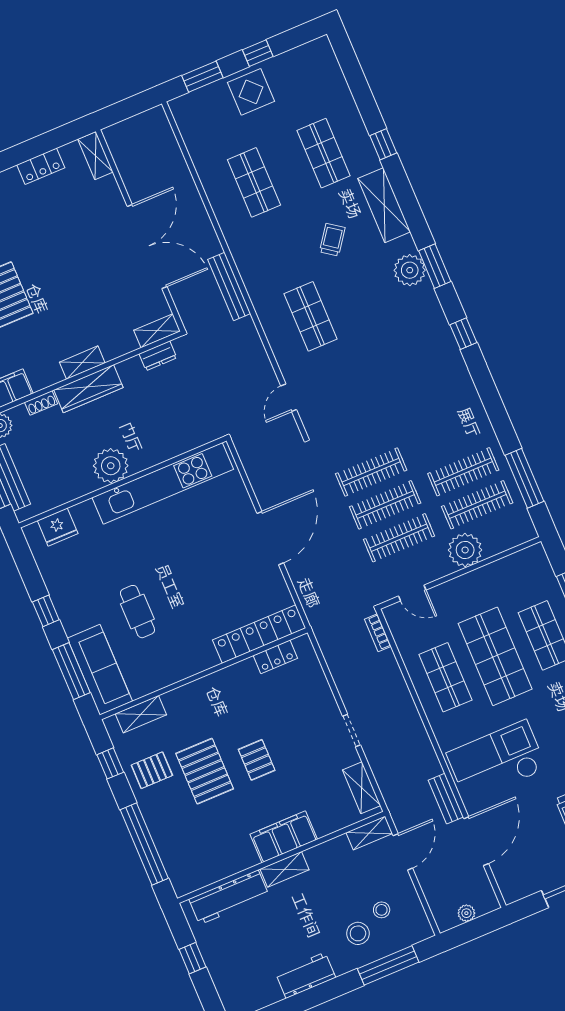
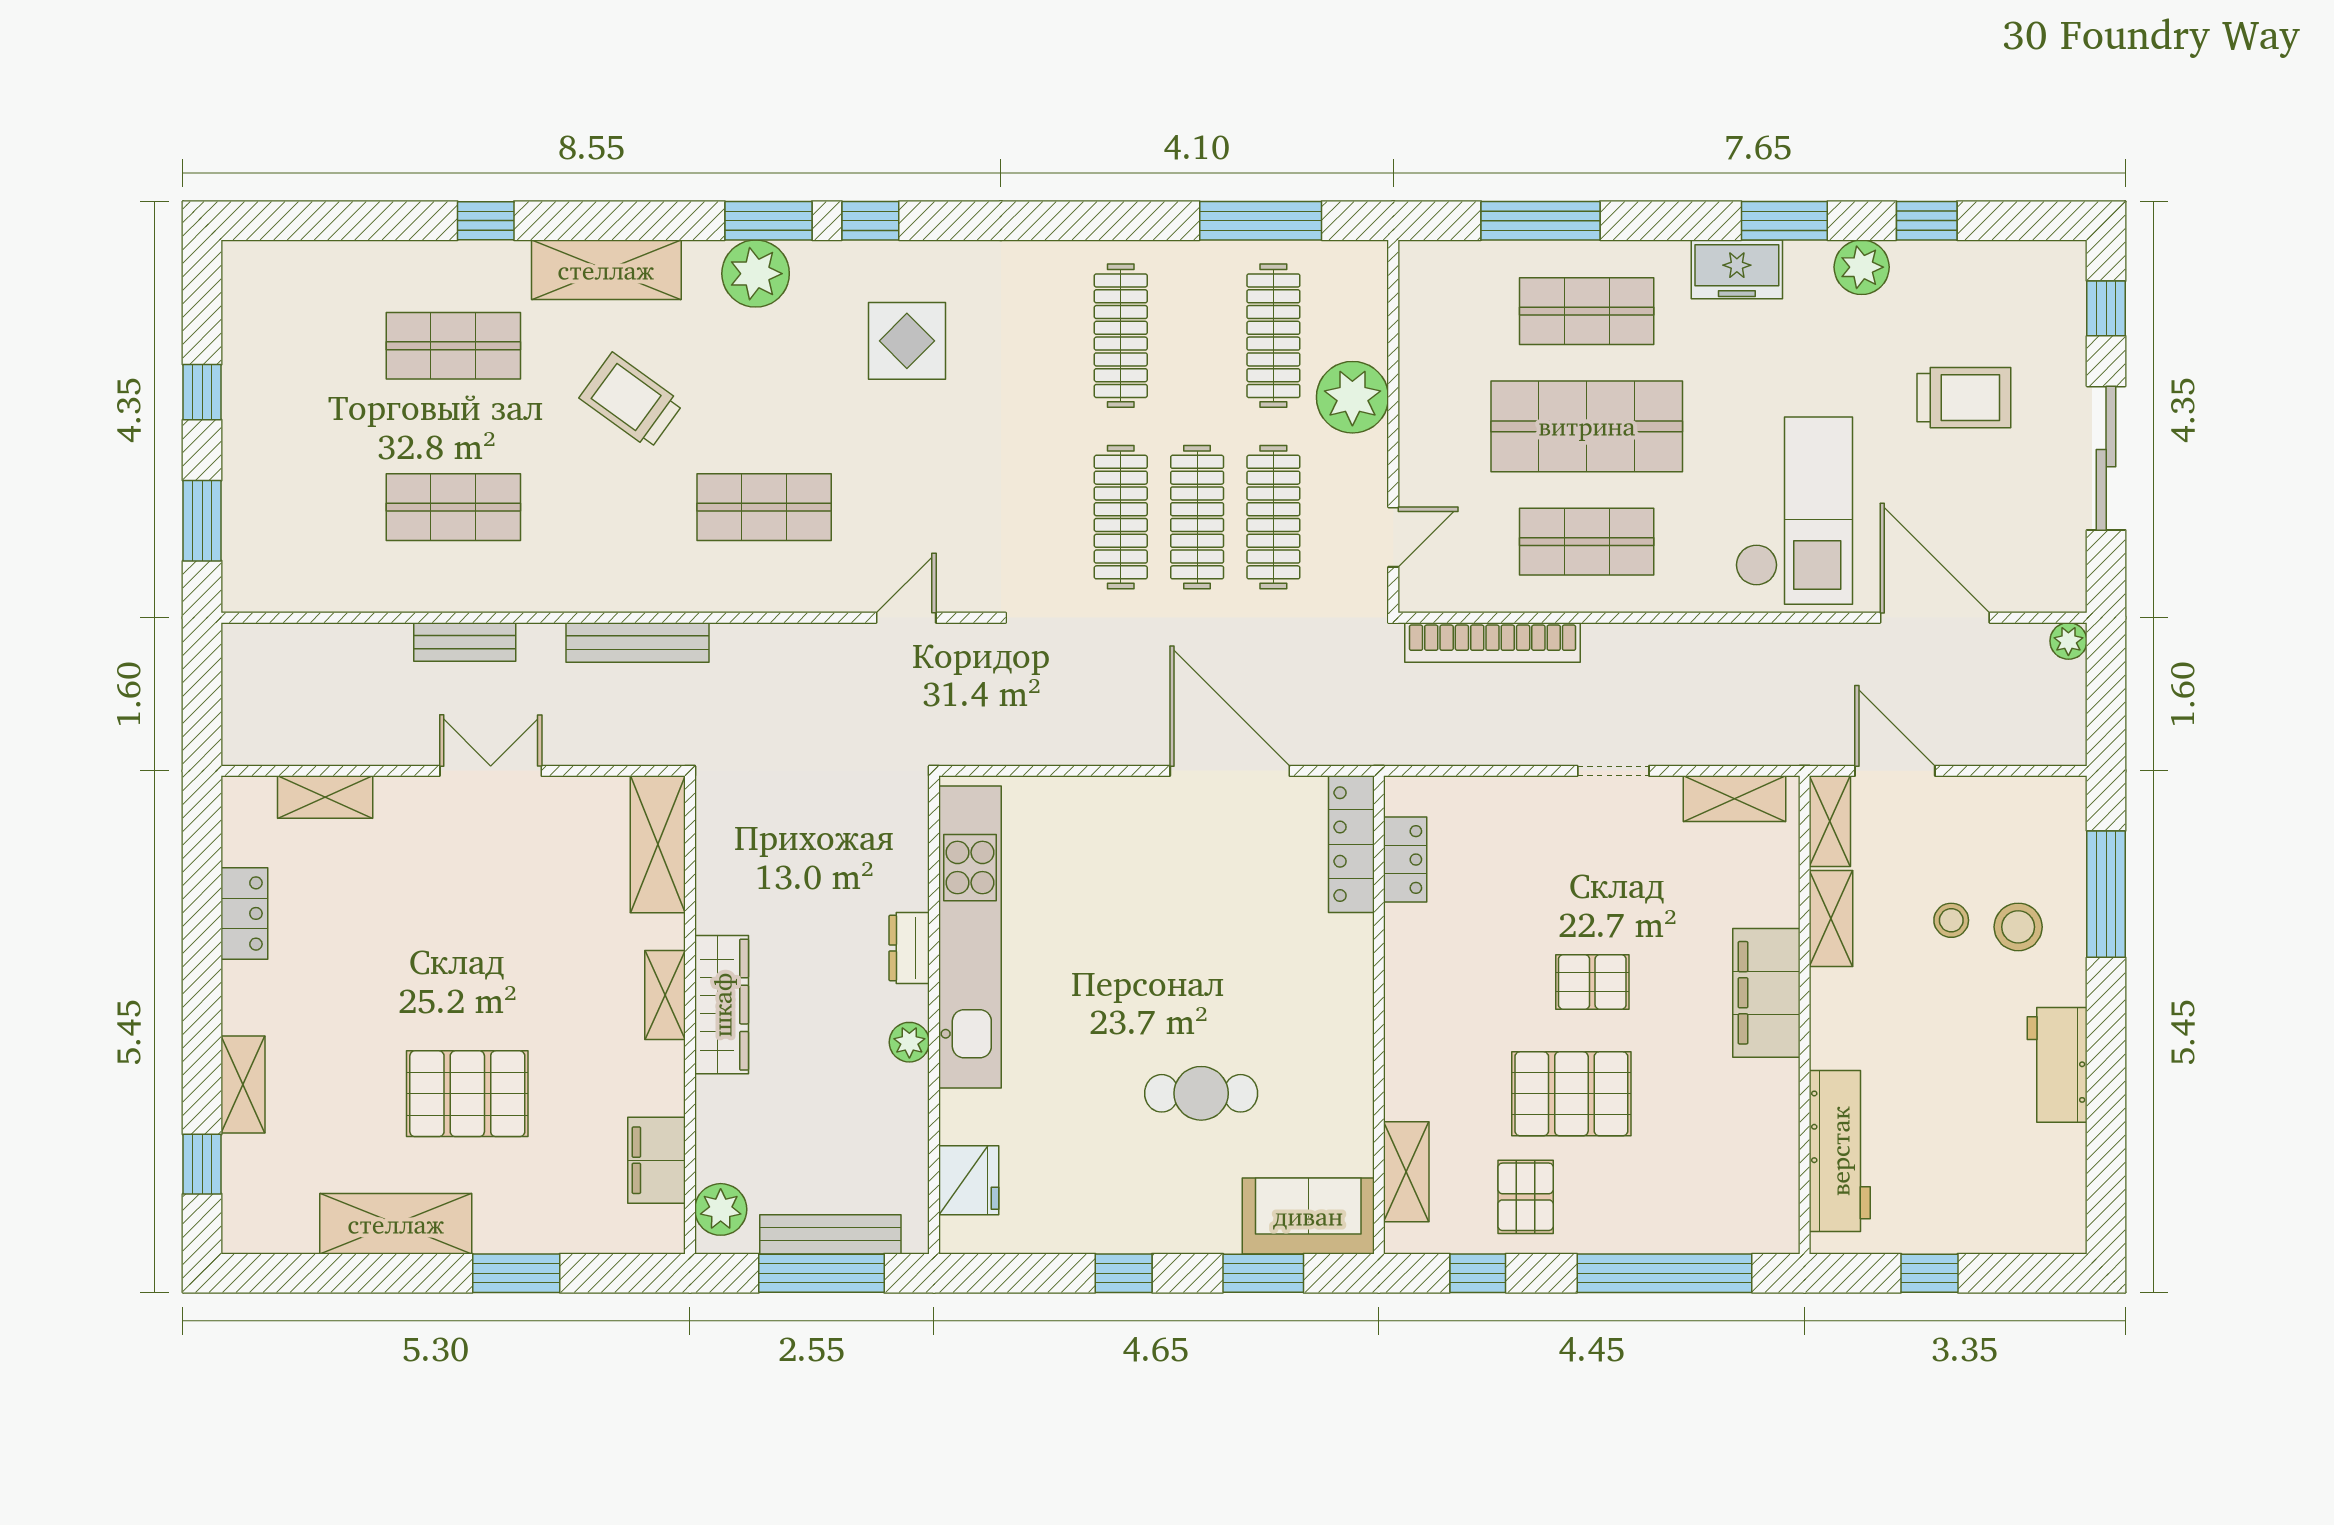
display table: (251, 92) -> (907, 341), moved
shelving: (95, 156) -> (325, 797), moved
trolley: (332, 240) -> (631, 401), width x1.36, depth x1.39
double door: (147, 247) -> (491, 771), width x0.54
shelving: (157, 331) -> (658, 844), width x1.50, depth x1.33
window: (463, 334) -> (870, 221), moved
dresser: (158, 356) -> (909, 948), moved, turned 180
door: (289, 398) -> (906, 618), swing flipped
shoe rack: (41, 403) -> (710, 1110), removed
plant: (111, 466) -> (909, 1042), width x0.53, depth x0.53
clothes rail: (463, 472) -> (1121, 336), moved
door: (270, 538) -> (1230, 771), moved
bookcase: (378, 633) -> (1492, 642), width x2.31, depth x1.31
locker: (259, 634) -> (1351, 844), width x0.71, depth x0.83
sofa: (100, 670) -> (1308, 1216), width x0.73
window: (71, 671) -> (1263, 1273), width x0.69
checkout: (497, 761) -> (1794, 511), turned 180
bench: (446, 799) -> (465, 642), moved
shelving: (284, 869) -> (1831, 919), moved
stool: (382, 910) -> (1951, 920), moved
plant: (466, 913) -> (2068, 641), moved

